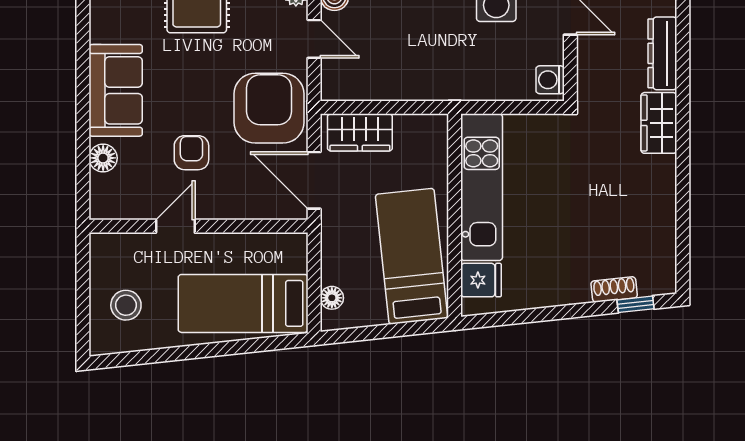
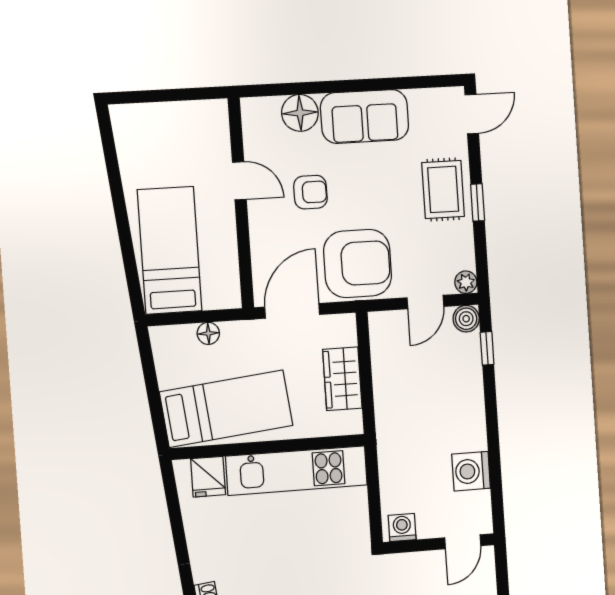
wardrobe: (360, 132) -> (342, 379), moved
floor lamp: (103, 158) -> (300, 113), width x1.38, depth x1.38
floor lamp: (332, 298) -> (208, 333), moved
stool: (126, 305) -> (160, 138), removed

